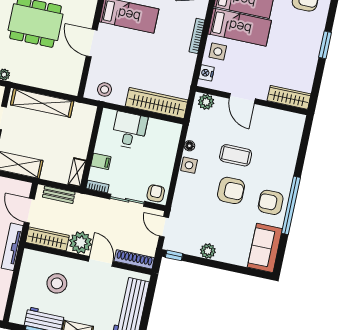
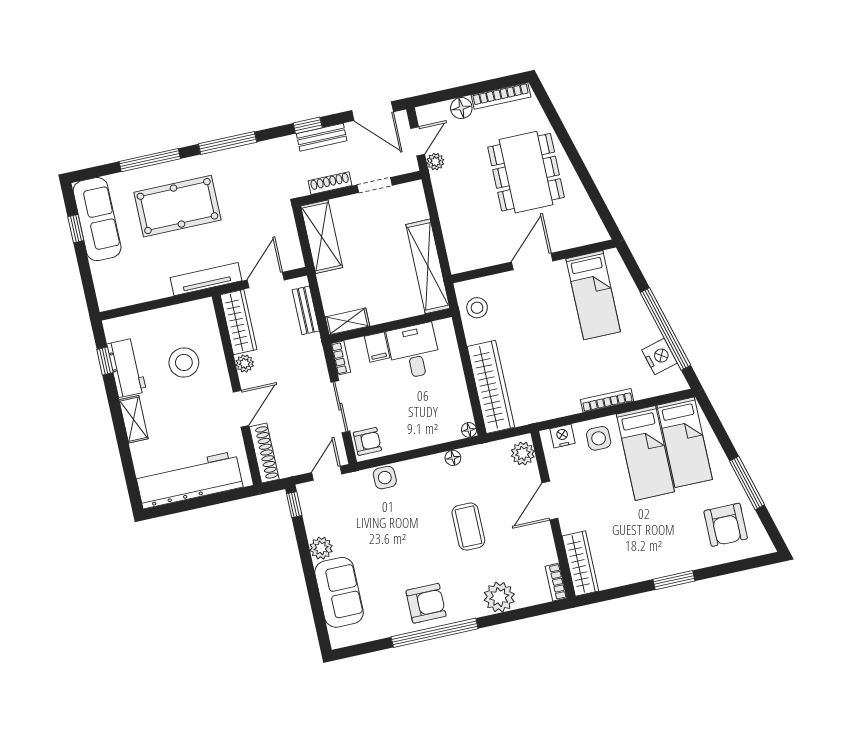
shelving: (42, 103) -> (428, 266), moved
bookcase: (294, 117) -> (556, 582), added
floor lamp: (177, 128) -> (469, 430), added
desk: (129, 130) -> (414, 351), moved, turned -90
plant: (287, 156) -> (499, 597), added
side table: (189, 165) -> (385, 478), moved
armchair: (231, 190) -> (418, 542), removed
armchair: (271, 202) -> (426, 603), turned 90
plant: (81, 243) -> (245, 363), width x0.53, depth x0.53
sofa: (265, 248) -> (339, 592), moved, turned 90

